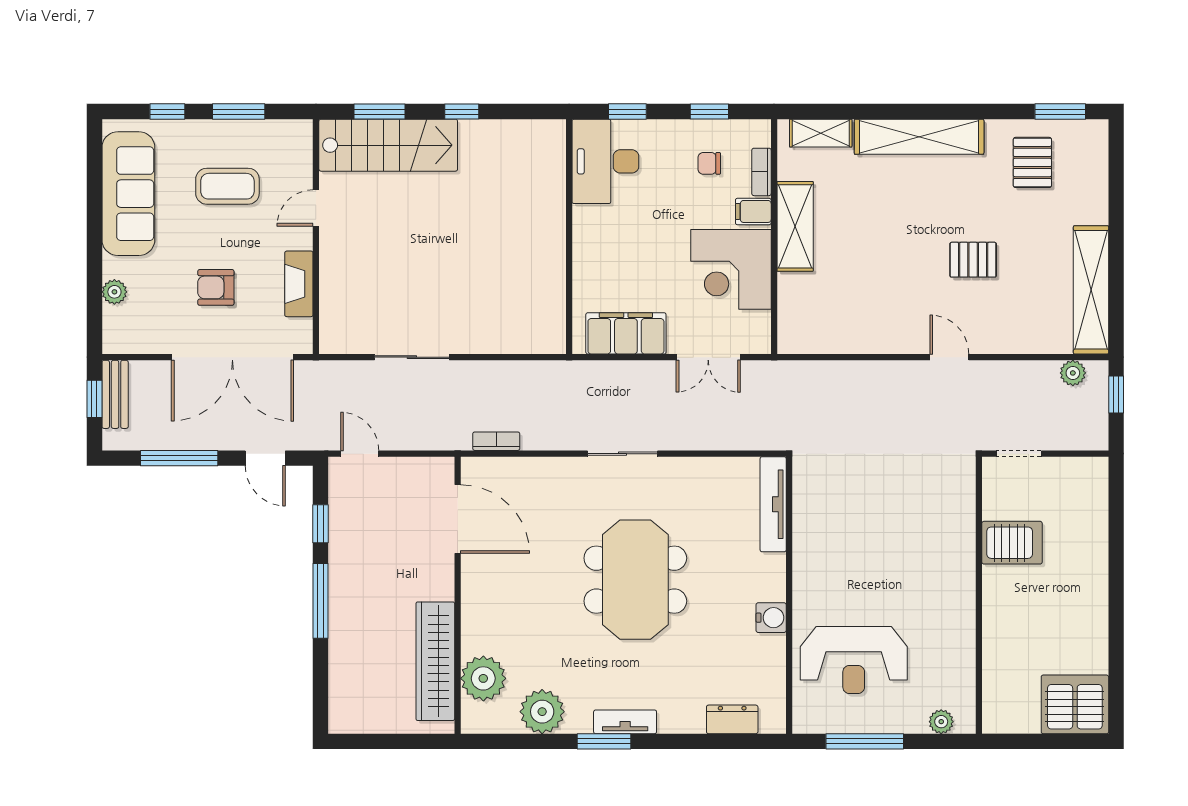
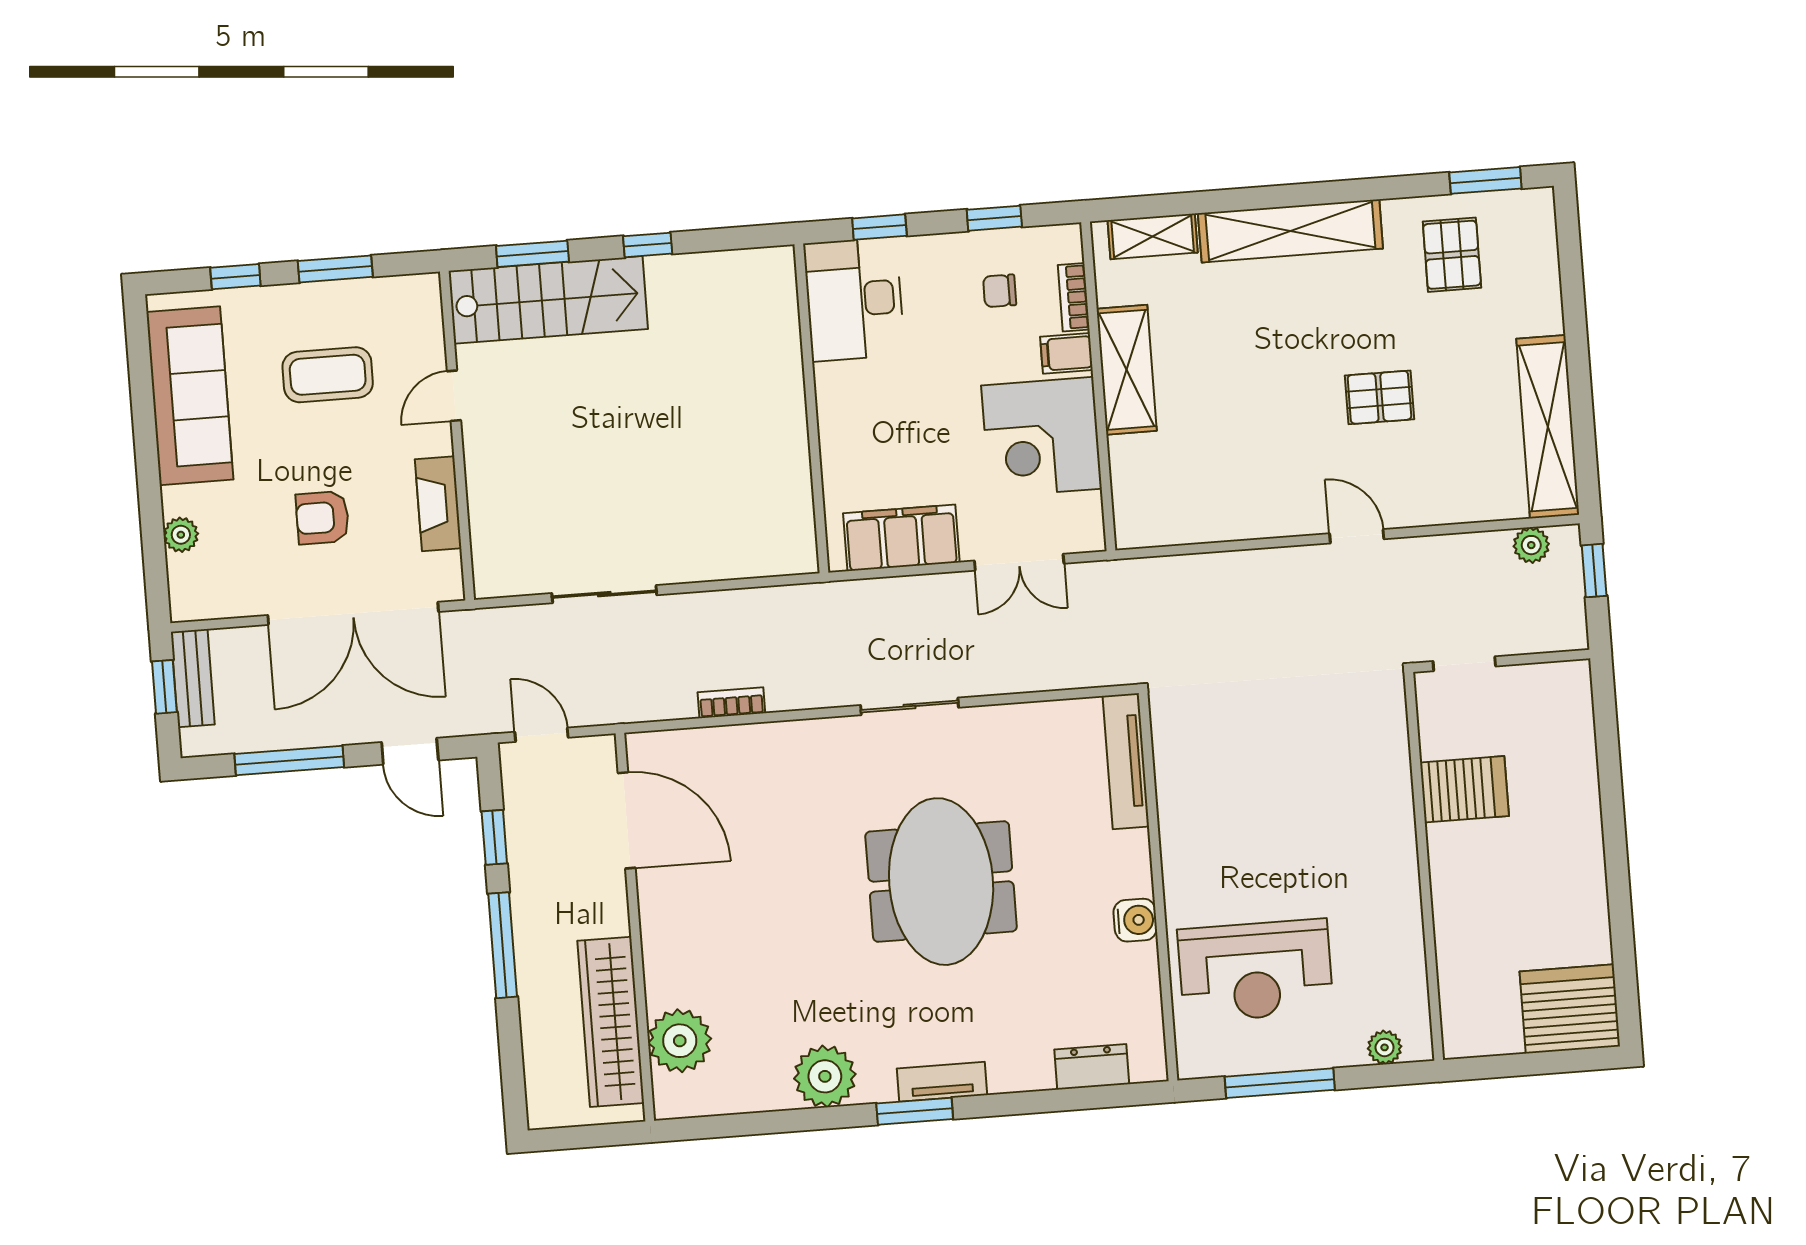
door: (458, 519) -> (627, 820), moved
wall: (458, 595) -> (635, 927), moved
wardrobe: (435, 661) -> (611, 1022), moved
plant: (483, 678) -> (680, 1041), moved

